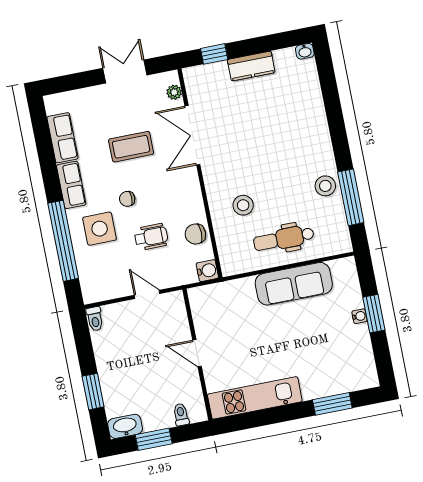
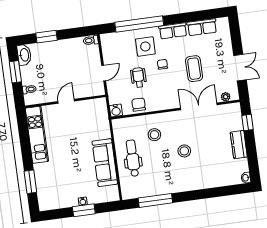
stool: (325, 186) -> (184, 151), moved
wheelchair: (151, 237) -> (138, 78), turned 180

